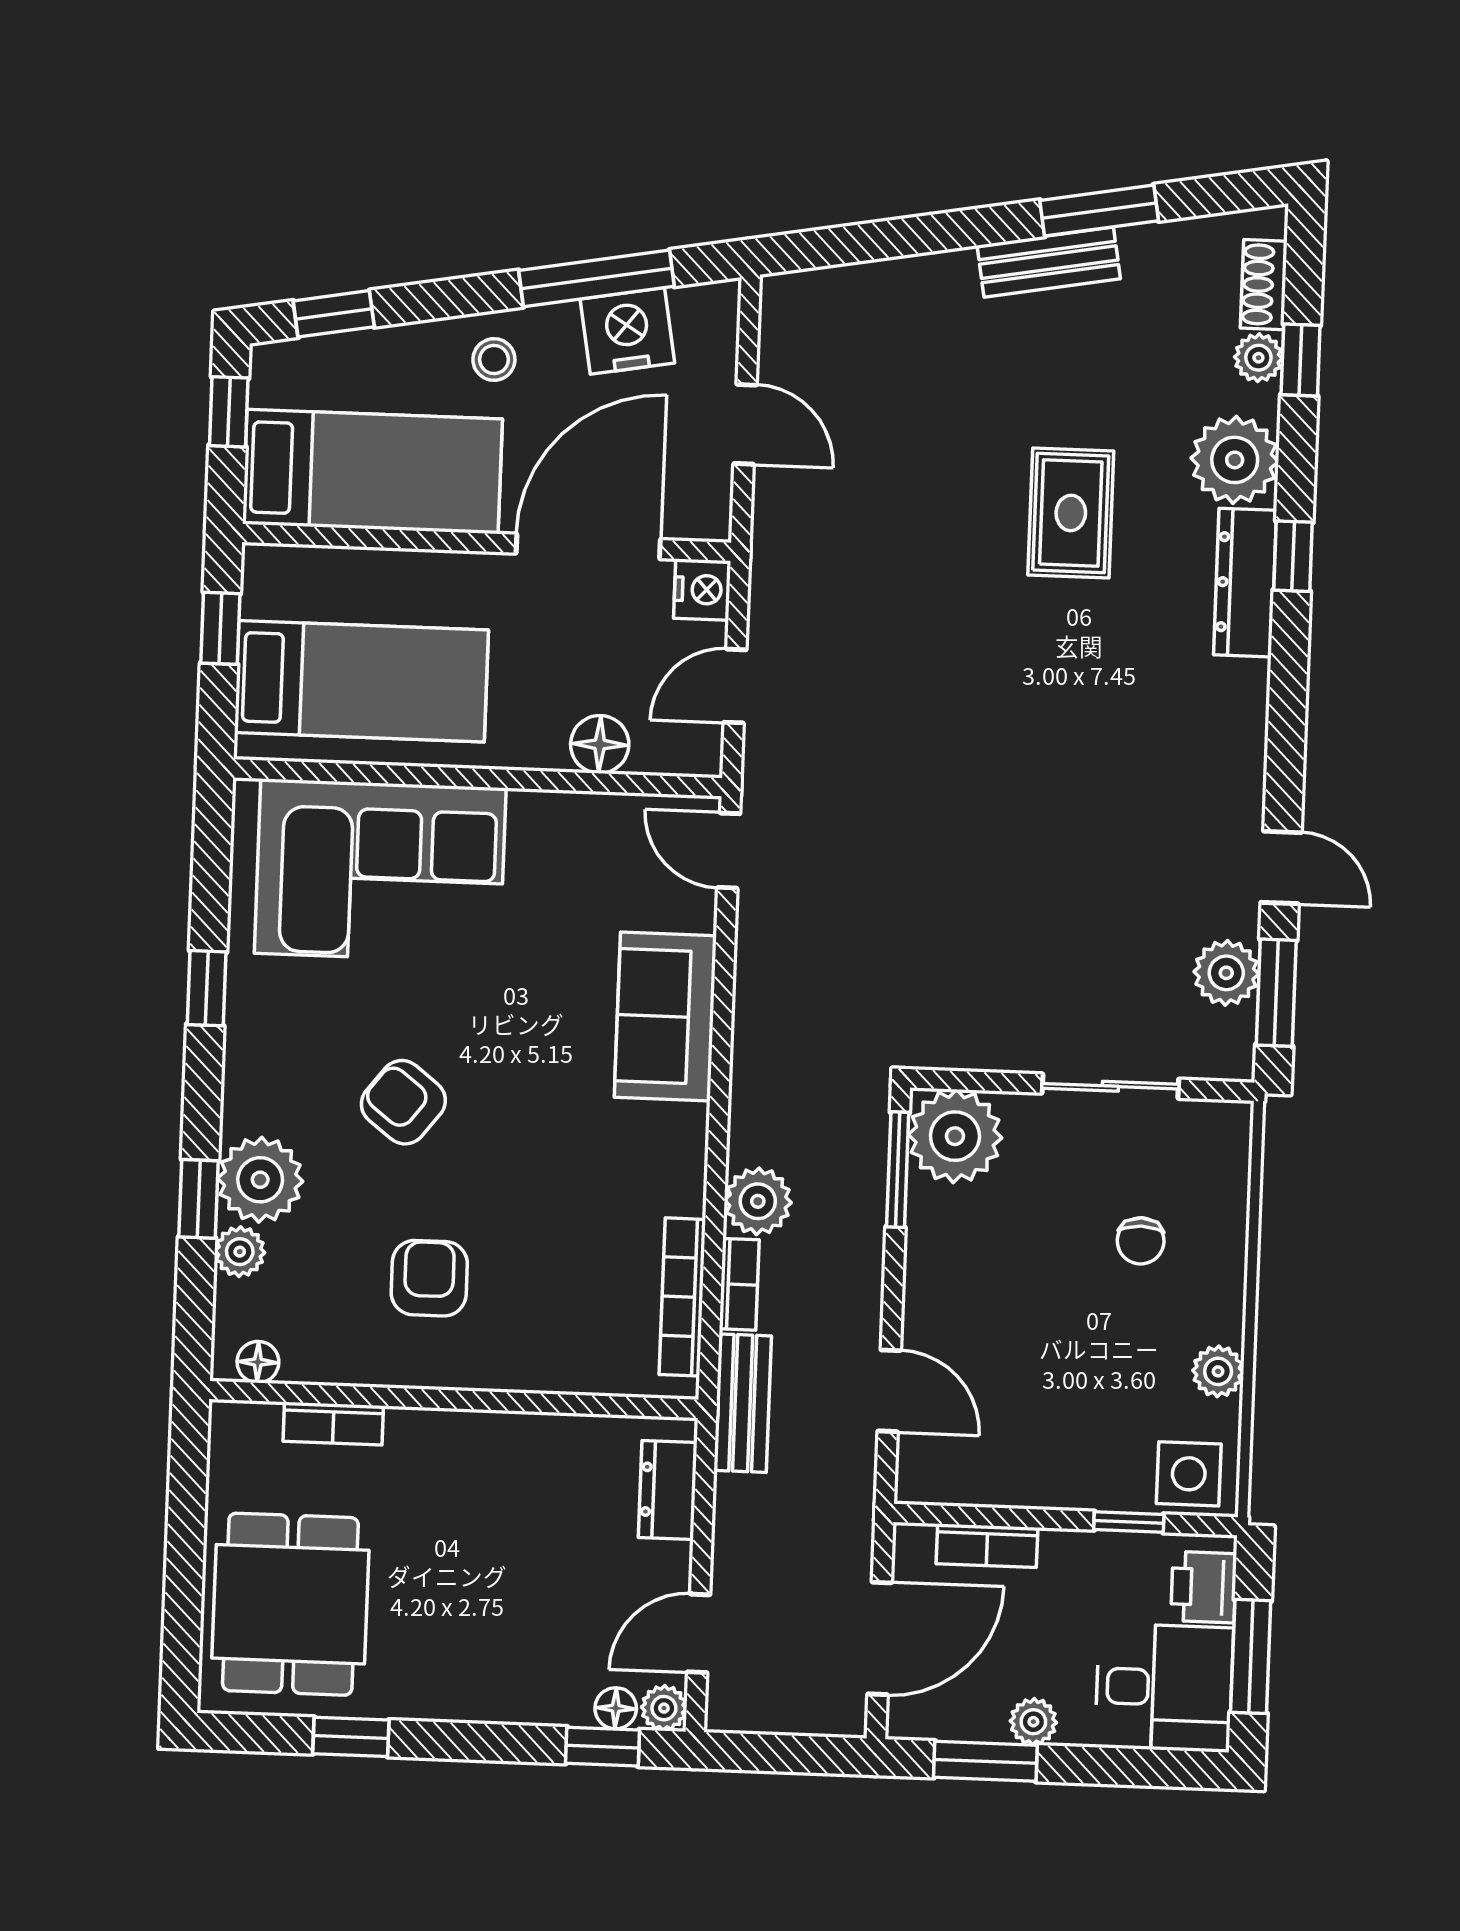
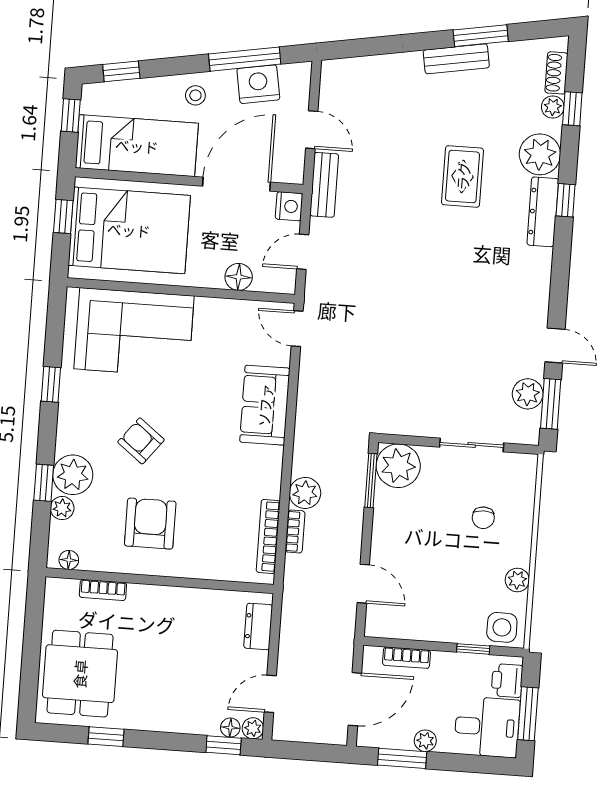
bed: (362, 681) -> (129, 230), width x1.50
armchair: (429, 1278) -> (150, 524), width x1.38, depth x1.38
bench: (743, 1403) -> (324, 185), moved

